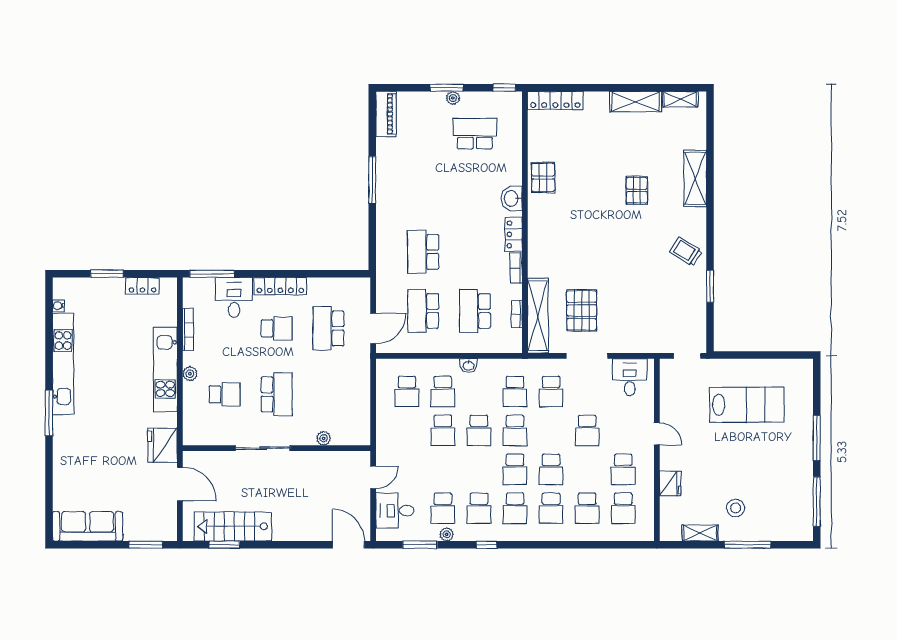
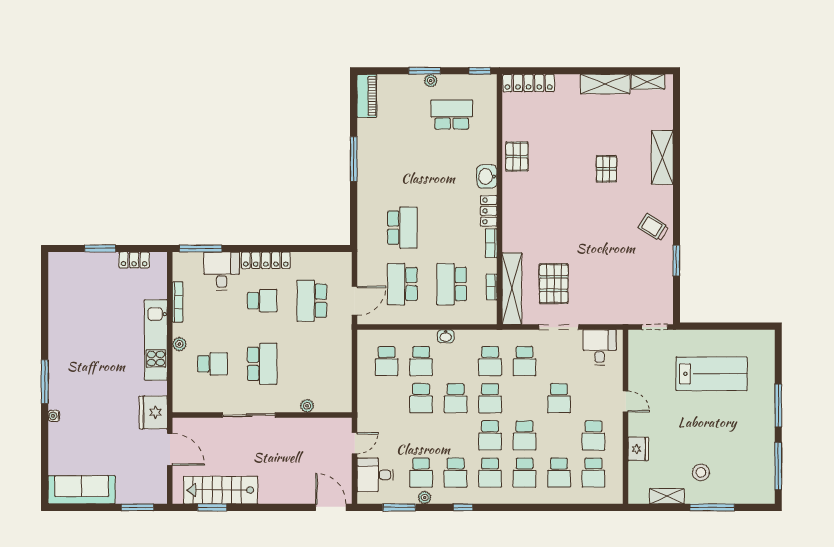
school desk: (423, 252) -> (402, 228), turned 180
water cooler: (58, 306) -> (54, 416), moved
kitchen unit: (63, 364) -> (58, 335), removed

